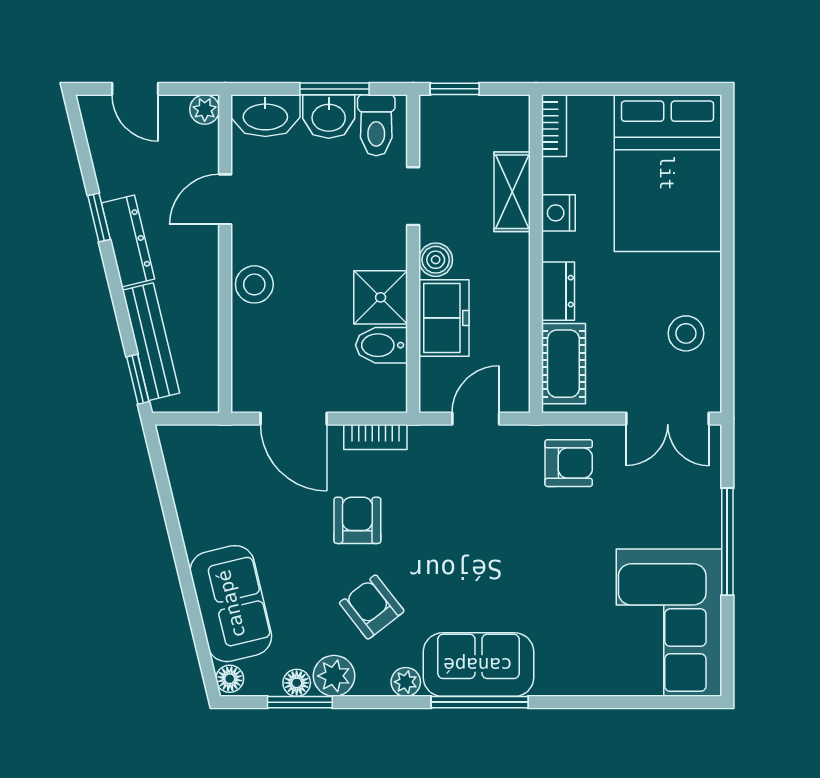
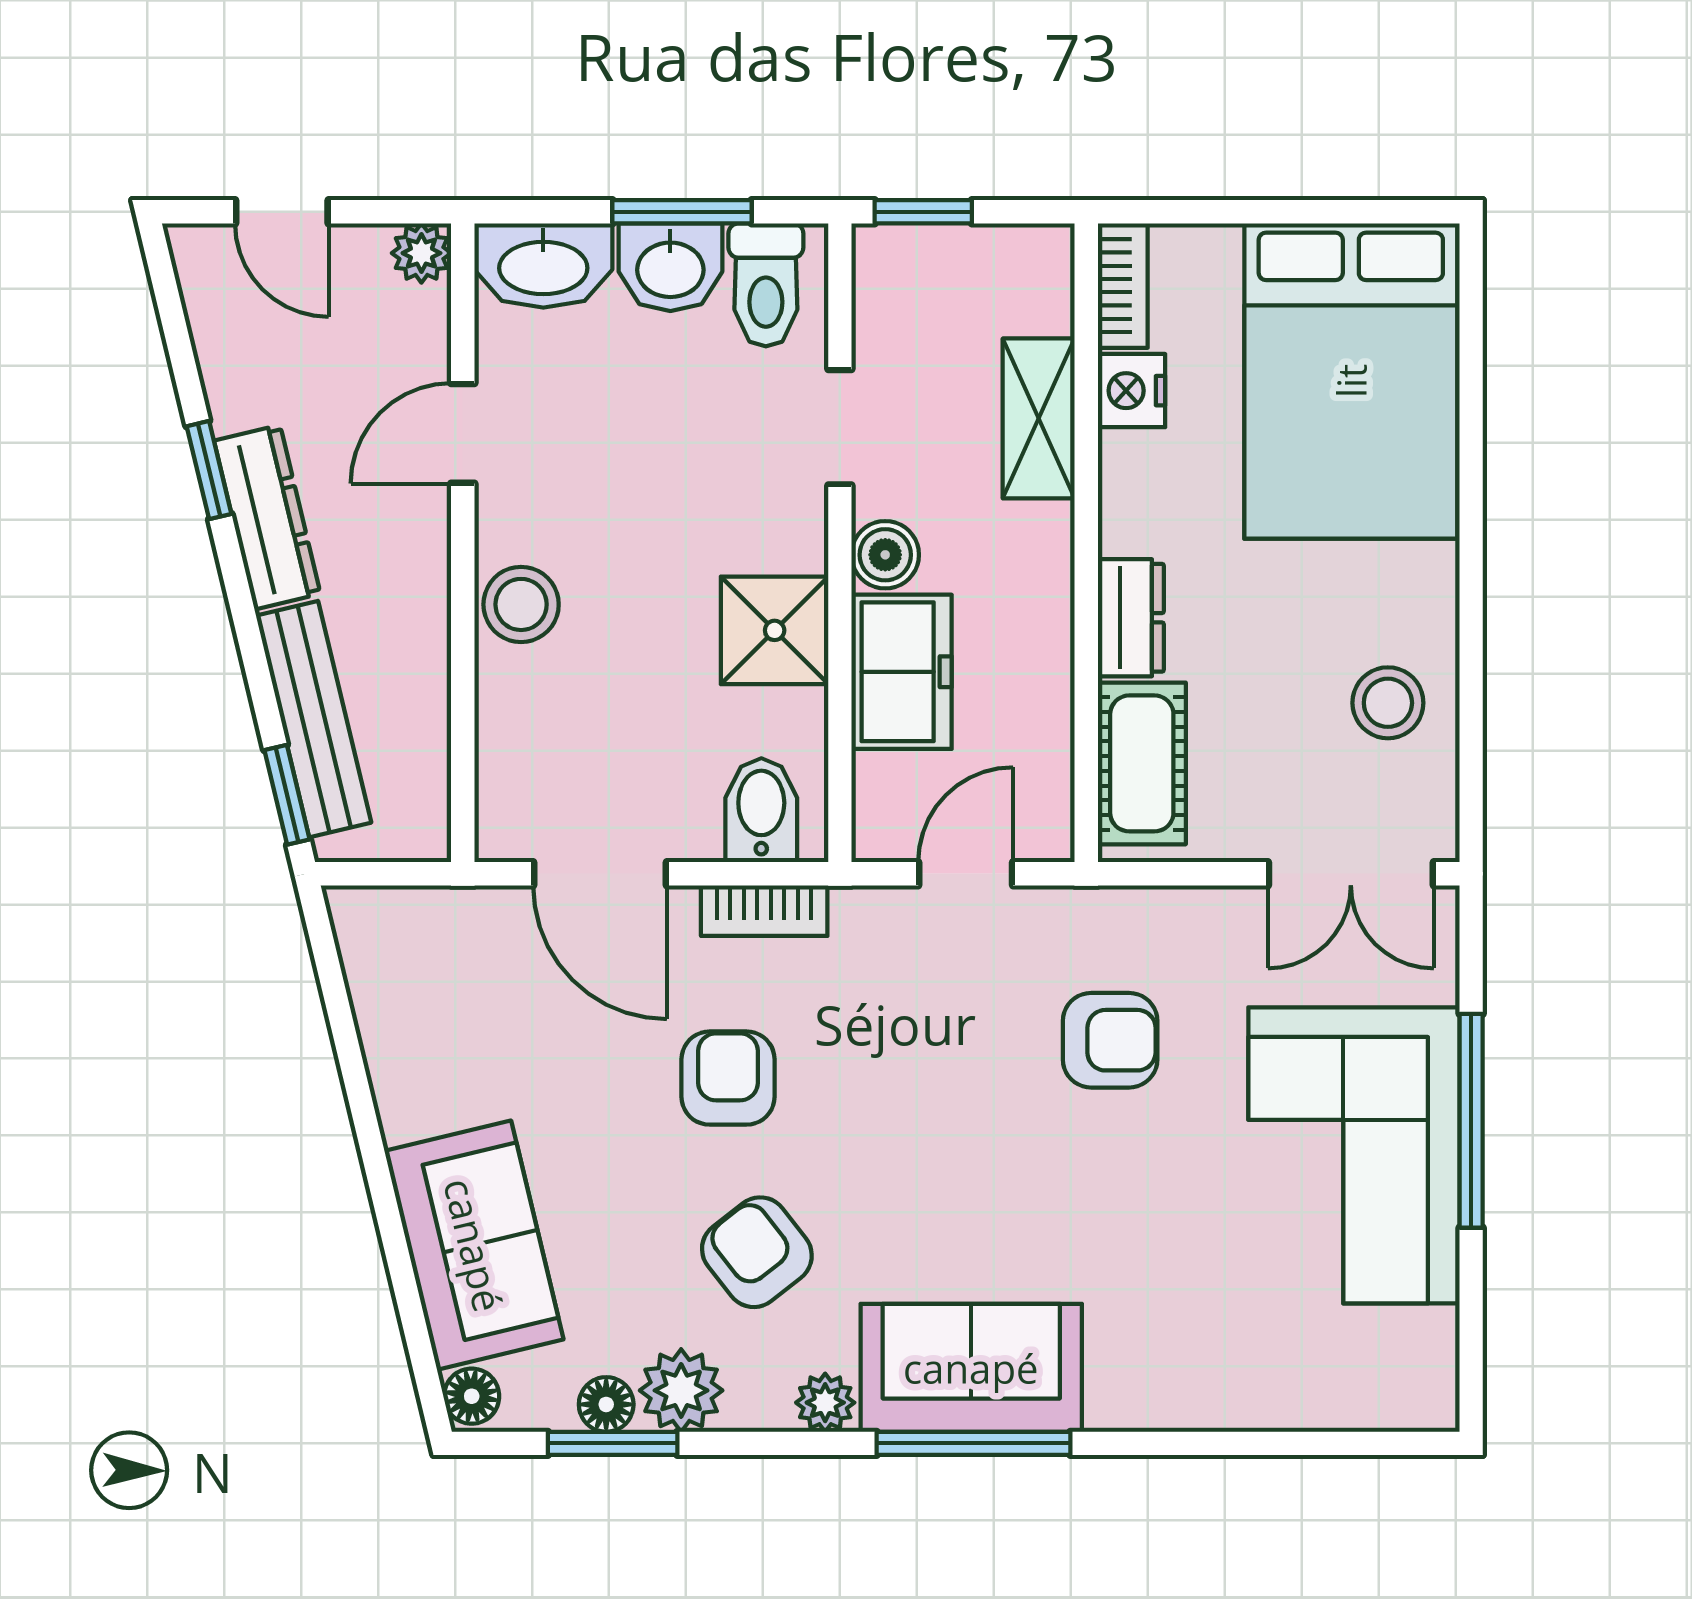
nightstand: (558, 213) -> (1132, 391), moved
bidet: (381, 345) -> (761, 810), moved, turned 90
armchair: (569, 463) -> (1110, 1040), moved
corner sofa: (669, 623) -> (1354, 1155), moved

